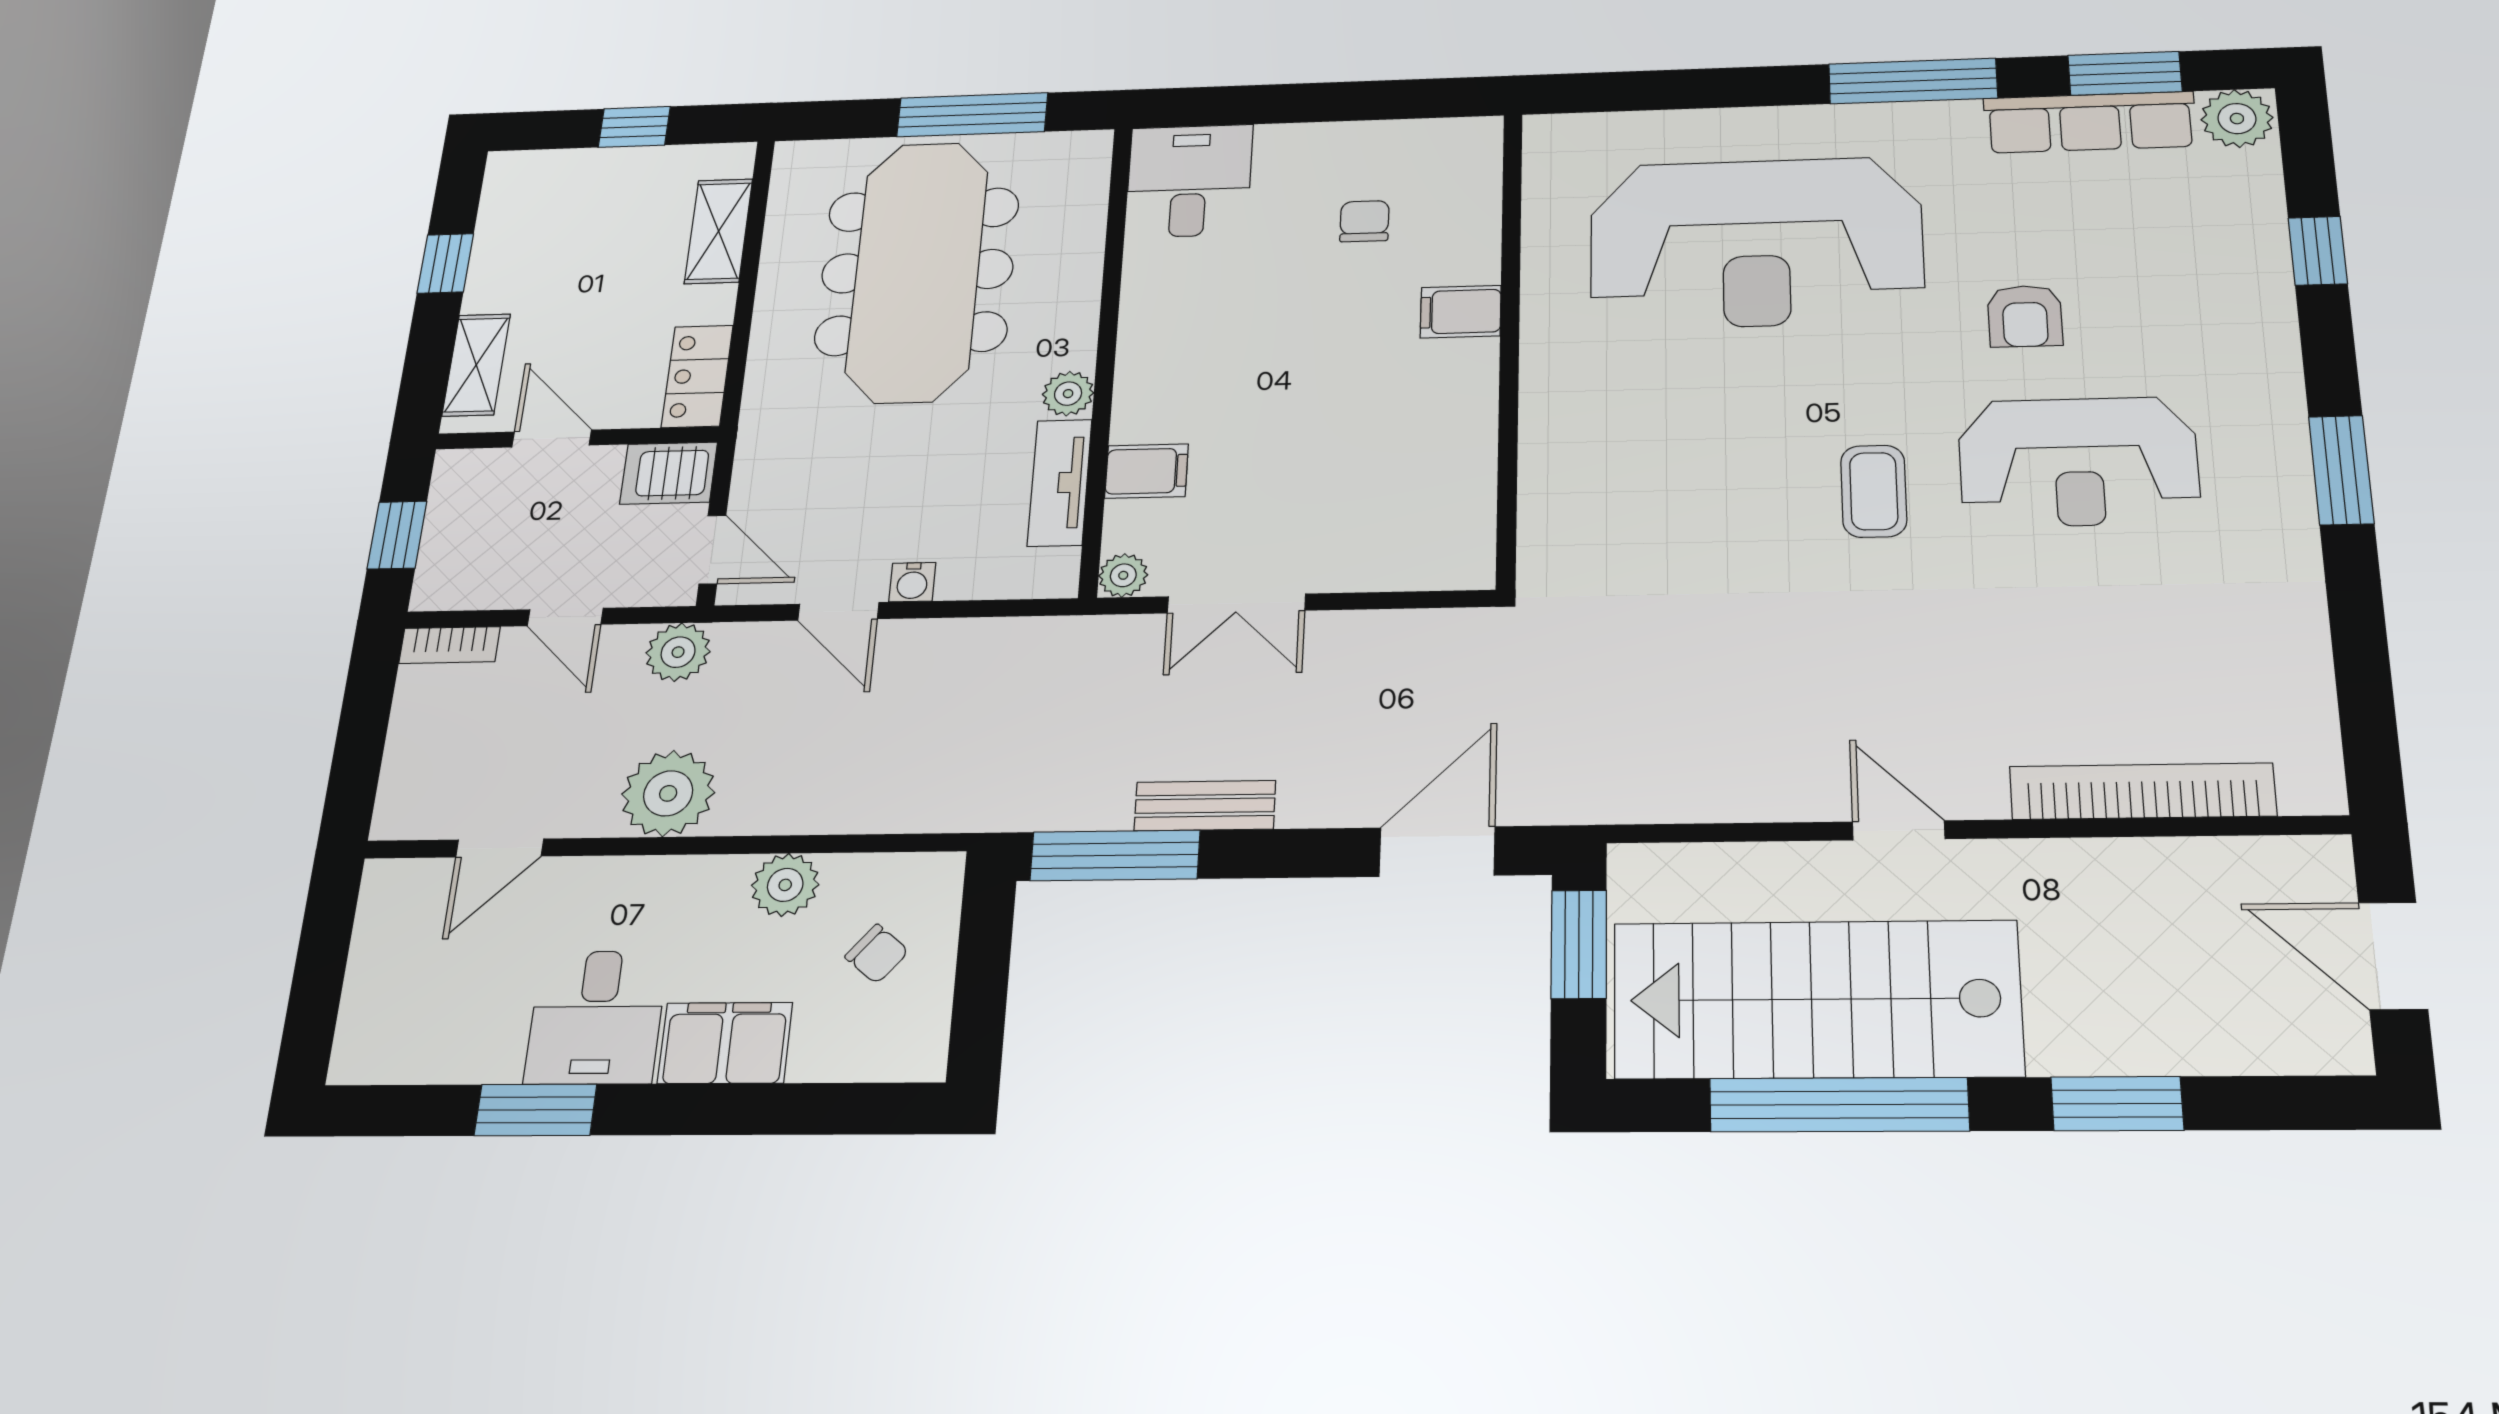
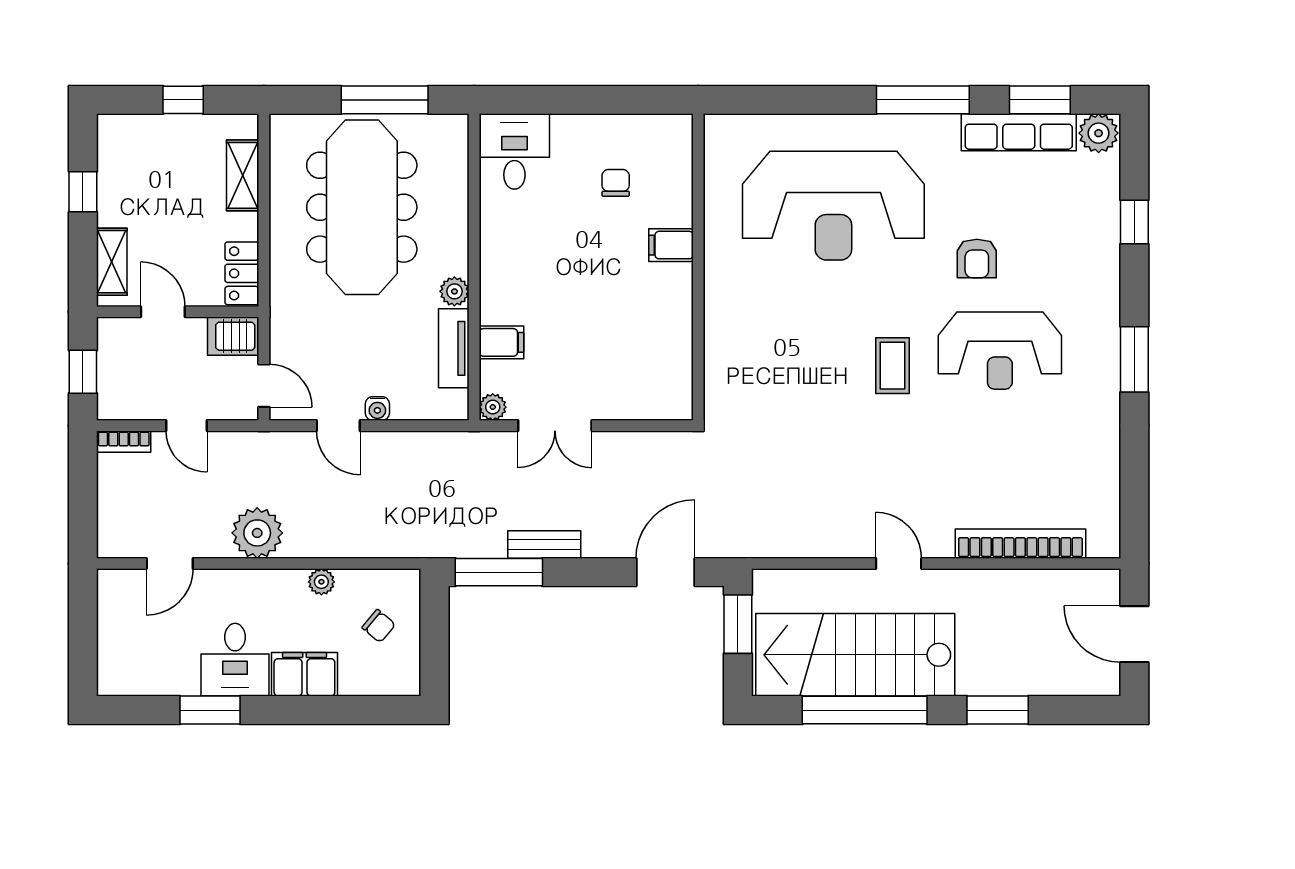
plant: (678, 652) -> (252, 449), removed
plant: (785, 885) -> (321, 582), width x0.73, depth x0.73

